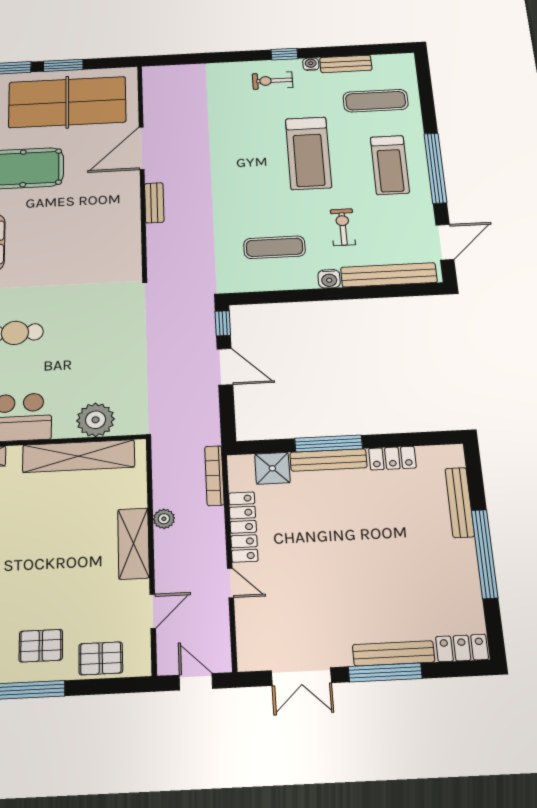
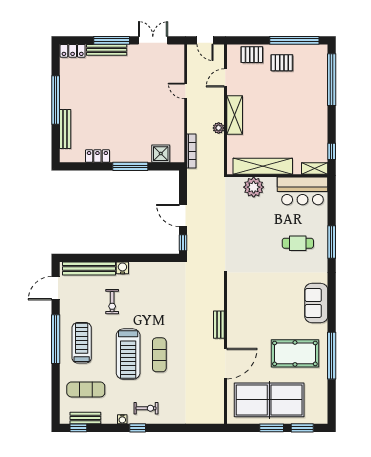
window: (382, 49) -> (78, 428), added
bench: (346, 64) -> (85, 418), moved
treadmill: (308, 153) -> (128, 354), turned 180
exercise mat: (275, 247) -> (159, 355), moved, turned 90
bench: (328, 460) -> (131, 157), removed
locker: (243, 527) -> (178, 121), removed

